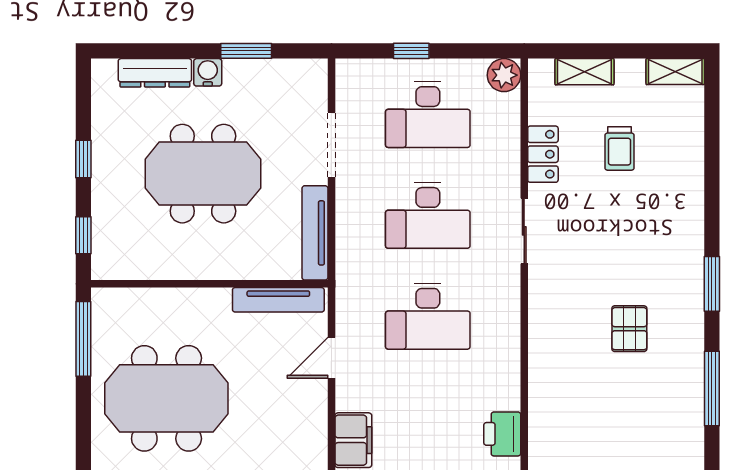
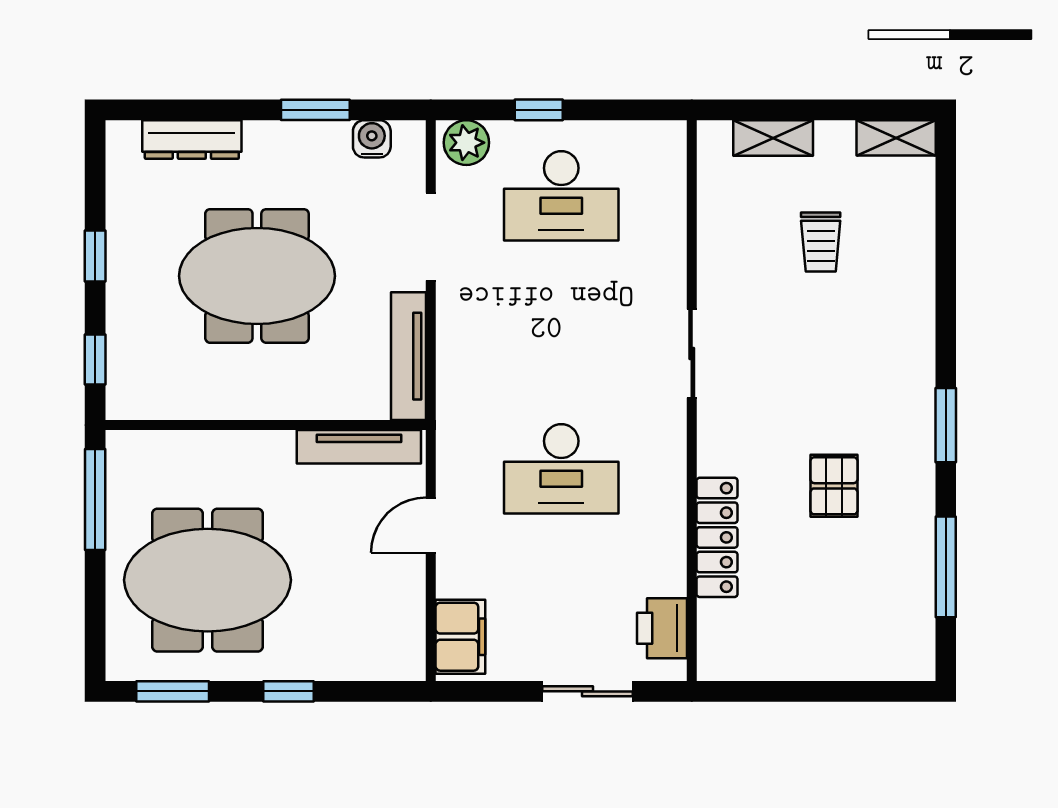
water cooler: (208, 72) -> (372, 139), moved
plant: (504, 75) -> (466, 143), moved
locker: (543, 154) -> (717, 537), moved, width x1.53
desk: (428, 215) -> (561, 332), removed

